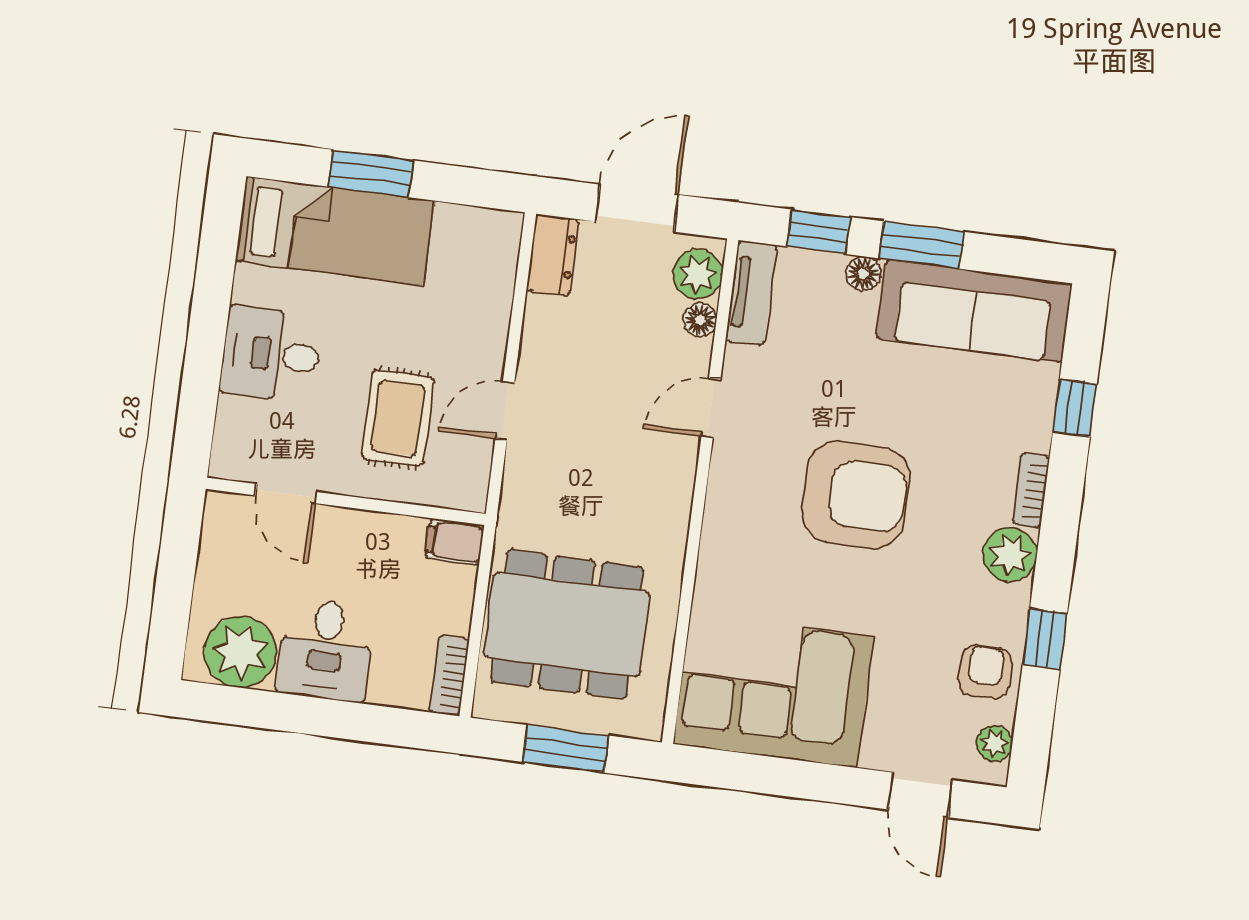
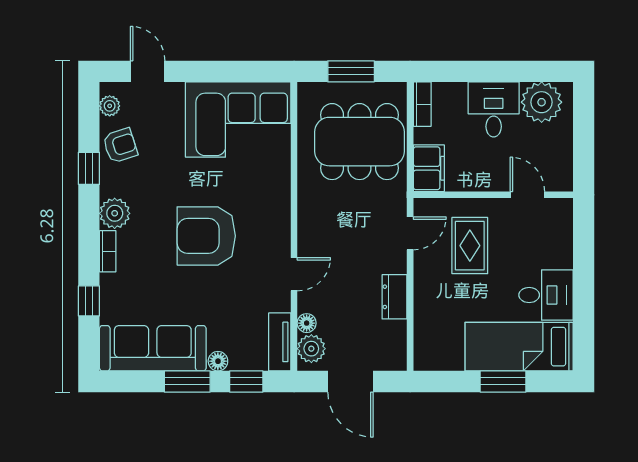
door: (637, 208) -> (350, 381), hinge flipped
dresser: (553, 255) -> (395, 297), moved
desk: (271, 354) -> (546, 295), moved
door: (505, 410) -> (410, 233), moved
filing cabinet: (455, 542) -> (429, 168), width x2.00
armchair: (985, 672) -> (120, 145), turned -108

